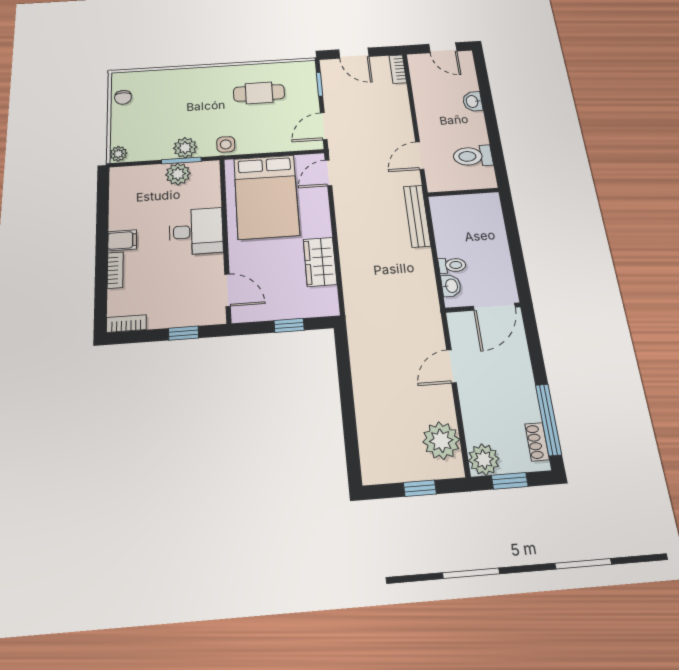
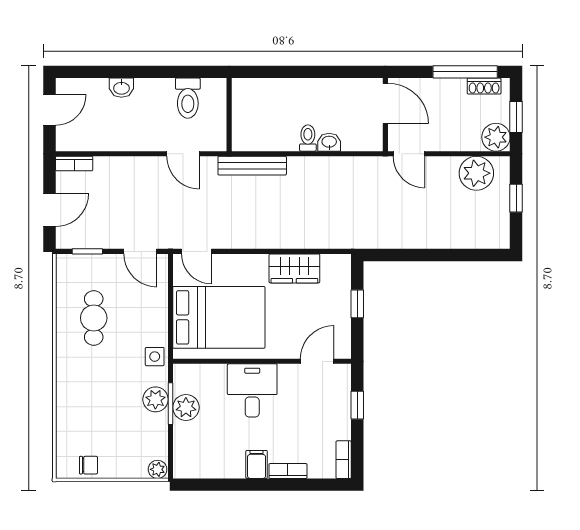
wall: (483, 307) -> (385, 115), moved
door: (494, 307) -> (385, 103), moved

